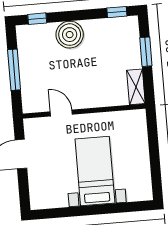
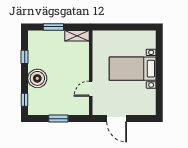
window: (117, 12) -> (25, 57), moved
window: (14, 70) -> (58, 119), width x0.69

